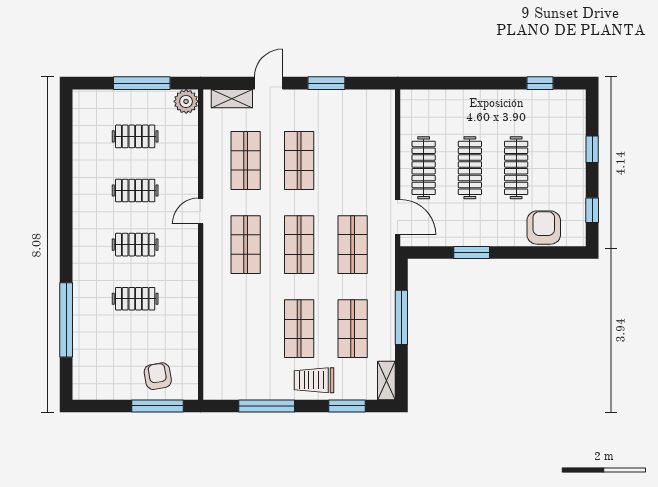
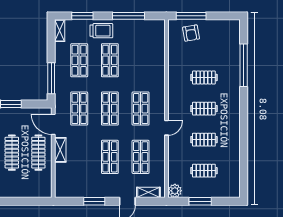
window: (142, 83) -> (200, 201), width x0.69
shelving: (385, 173) -> (60, 150), added
window: (401, 317) -> (51, 78), moved

